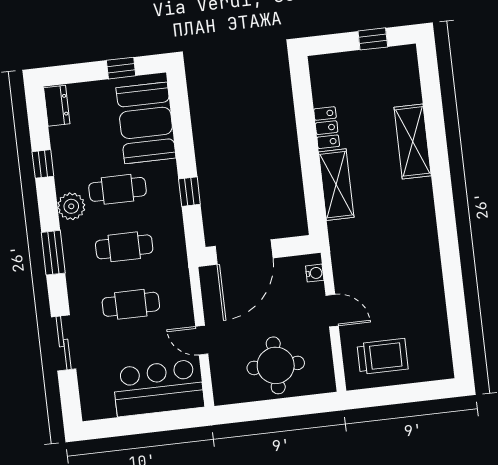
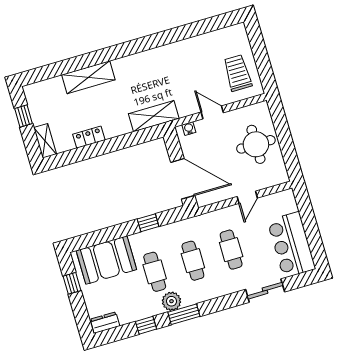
shelving: (332, 64) -> (45, 141), added
shelving: (336, 185) -> (154, 116), moved
window: (53, 253) -> (184, 314), moved
door: (332, 311) -> (212, 112), hinge flipped
bar counter: (158, 388) -> (291, 245), moved

